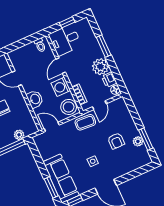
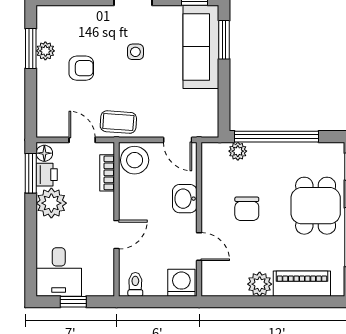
desk: (65, 40) -> (59, 272), moved, turned 90
window: (104, 46) -> (31, 173), moved
washing machine: (61, 87) -> (181, 283), moved, turned -90
door: (99, 105) -> (82, 140), hinge flipped
armchair: (116, 141) -> (81, 68), turned 90

